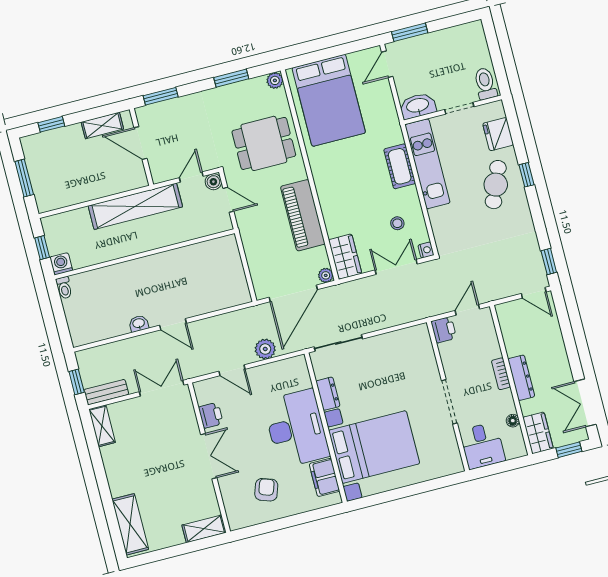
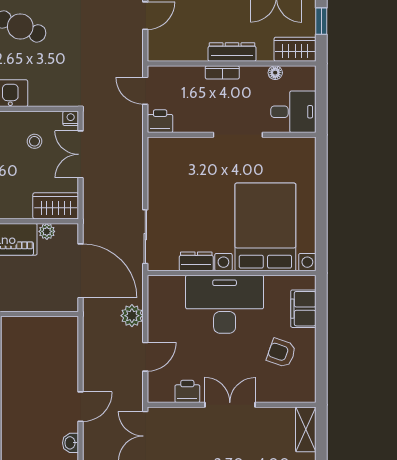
plant: (326, 275) -> (47, 231), moved
filing cabinet: (324, 477) -> (303, 309), moved, turned 90

